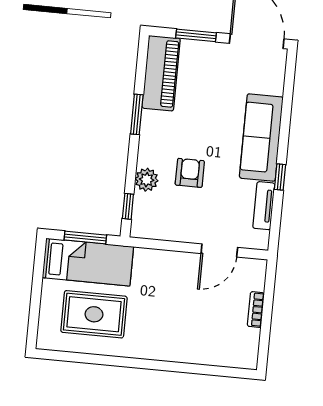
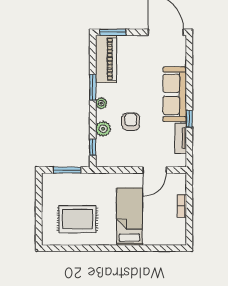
window: (196, 35) -> (113, 32), moved
plant: (147, 140) -> (101, 103), added
bed: (88, 262) -> (129, 217), moved, turned -90

